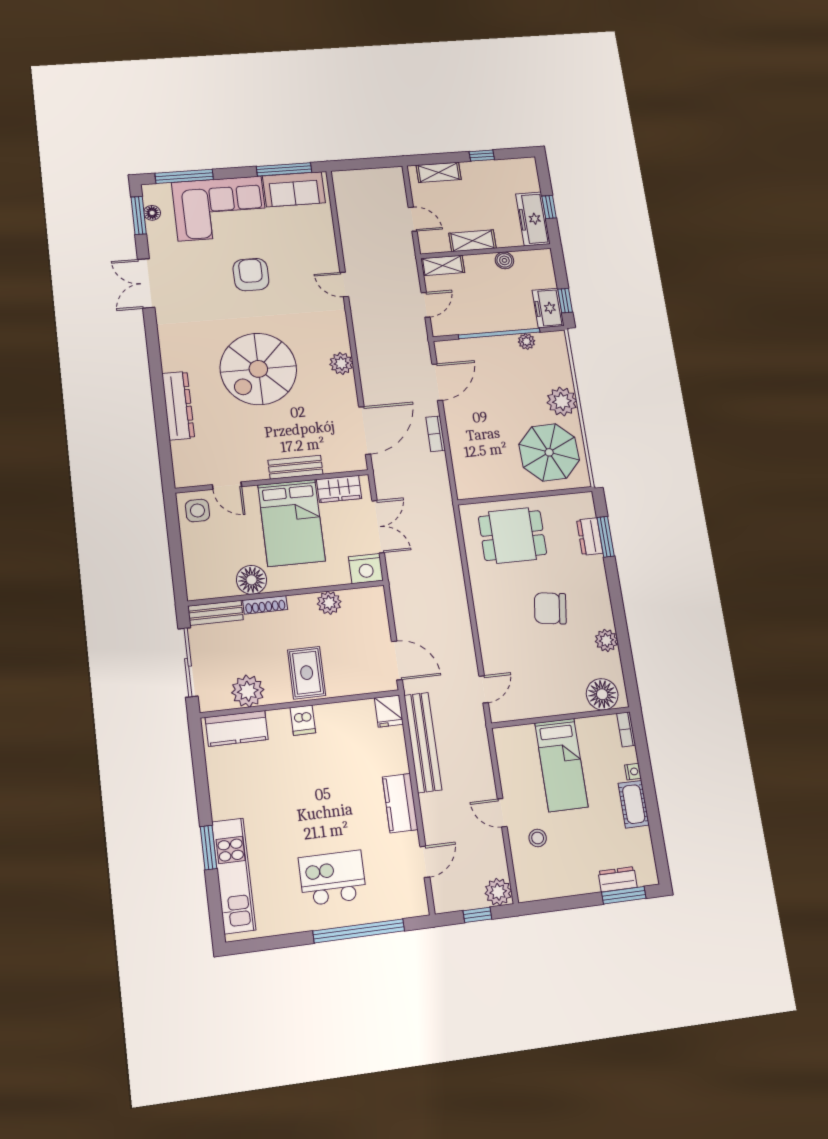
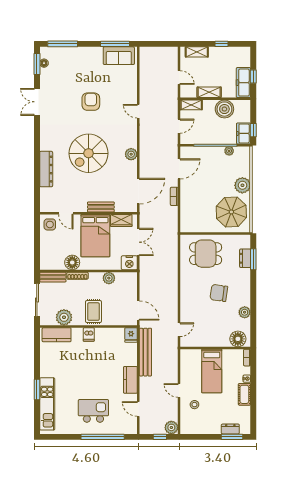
corner sofa: (220, 208) -> (79, 63), removed
boiler: (504, 260) -> (224, 109), width x1.86, depth x1.86
door: (425, 862) -> (138, 409), swing flipped

